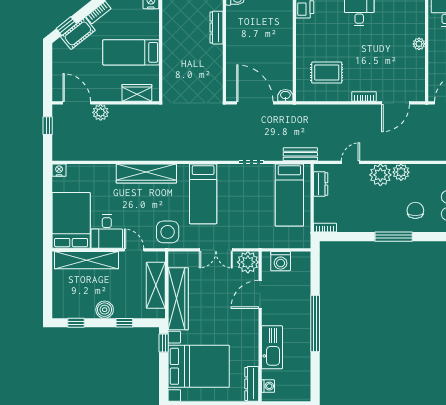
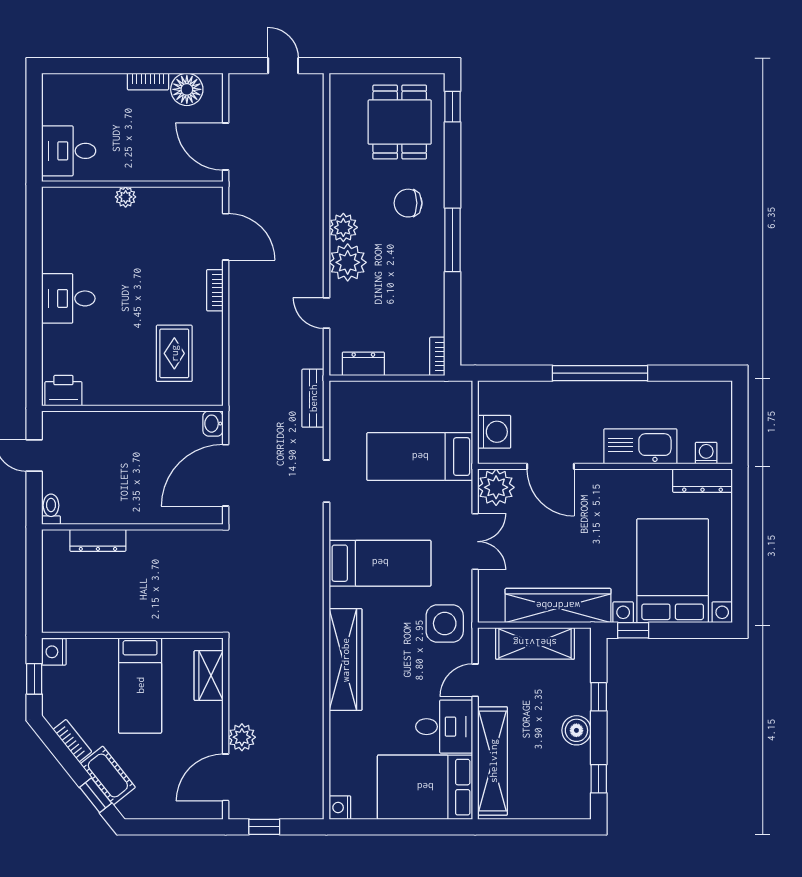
bed: (289, 195) -> (420, 457), moved, turned 180

